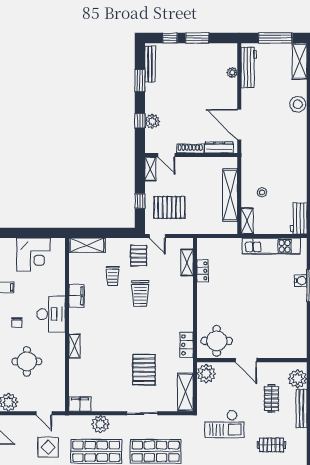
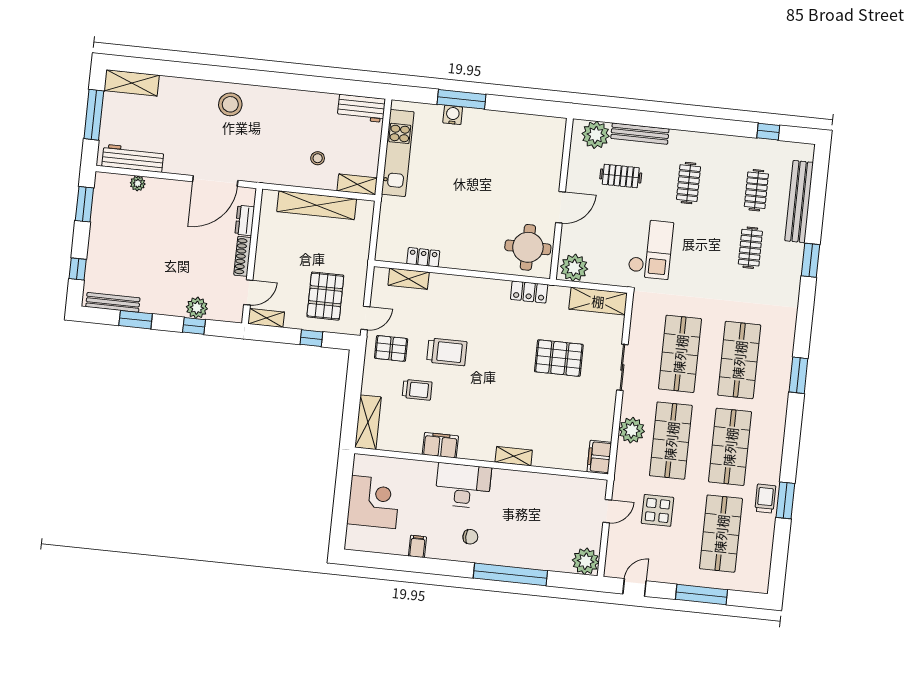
window: (197, 38) -> (84, 204), moved
stool: (298, 104) -> (230, 104), moved
dresser: (219, 148) -> (245, 220), width x0.70
round table: (27, 361) -> (529, 528), removed

